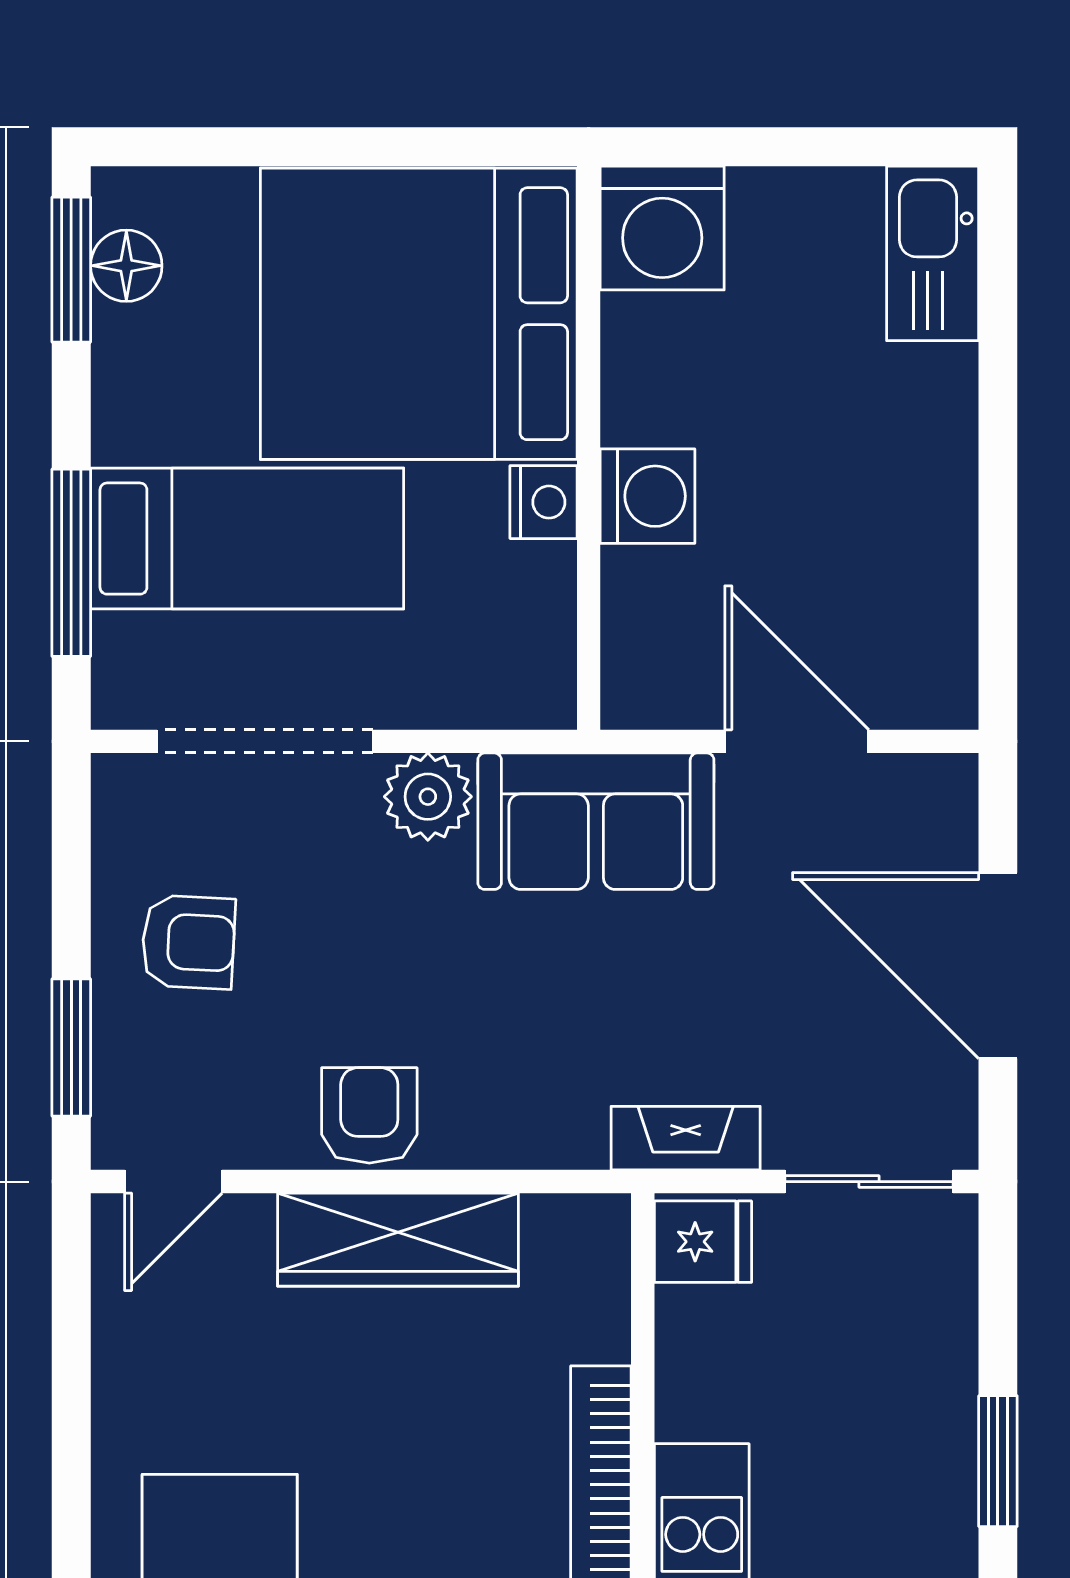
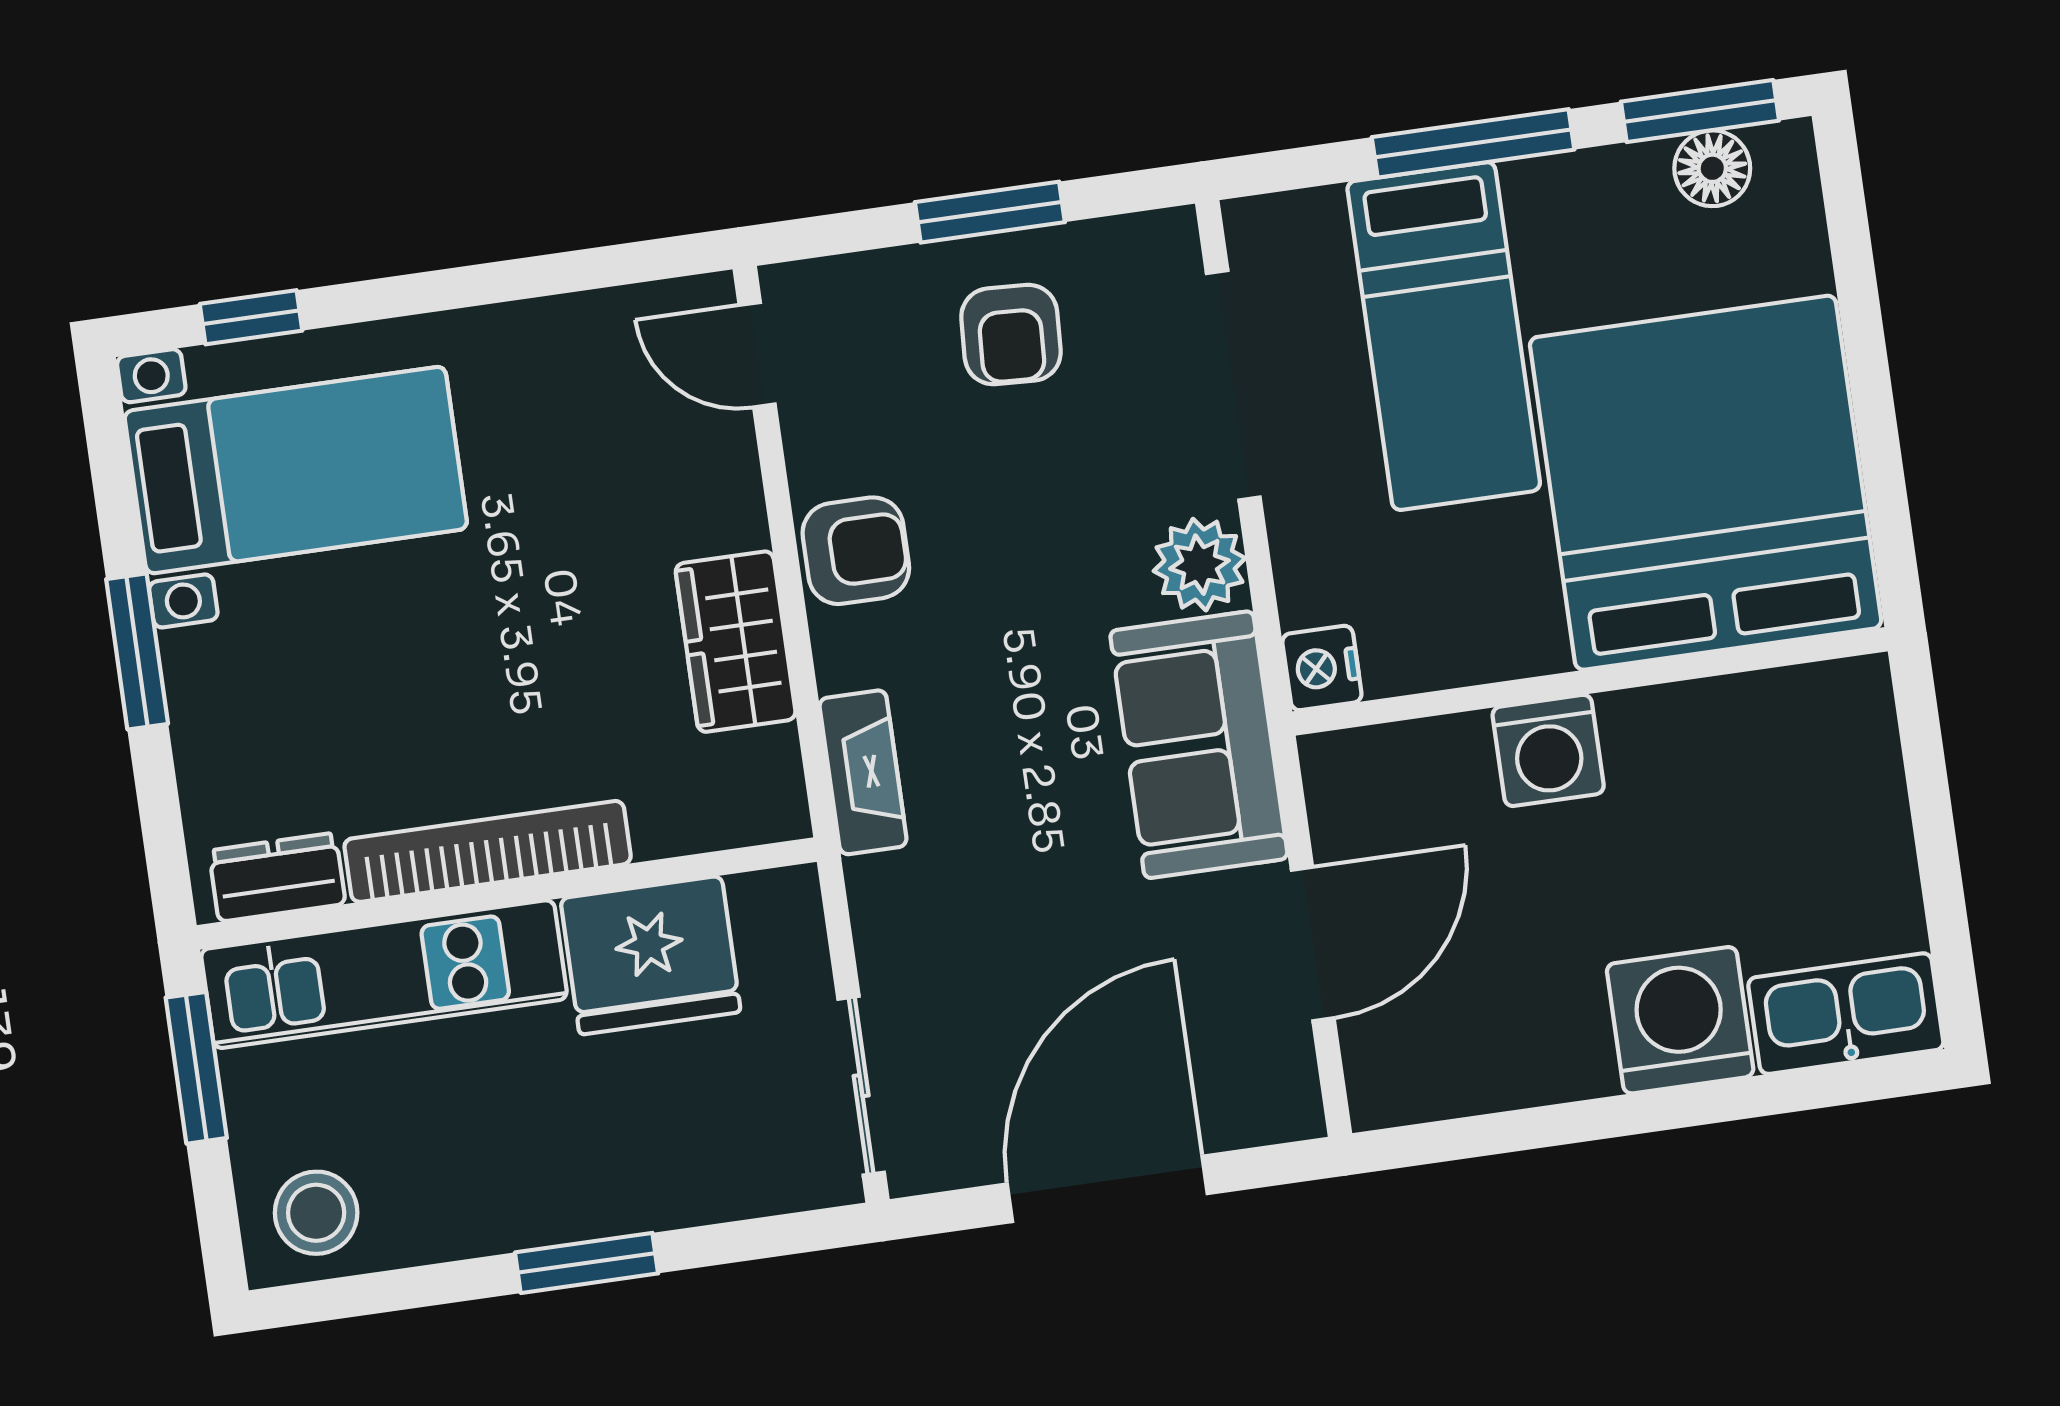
washing machine: (662, 228) -> (1680, 1020), moved, turned 90
nightstand: (544, 502) -> (1322, 668), moved, turned 90
window: (71, 563) -> (1473, 143), moved
window: (71, 1047) -> (990, 212), moved
fireplace: (686, 1138) -> (863, 772), moved
wardrobe: (398, 1240) -> (736, 642), width x0.67
fridge: (703, 1242) -> (651, 955), moved, width x1.88, depth x1.34

